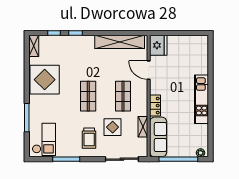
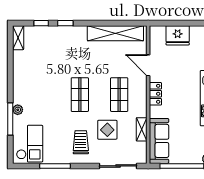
fridge: (158, 45) -> (178, 35), moved, turned 90
display table: (45, 80) -> (30, 76), removed
locker: (155, 106) -> (155, 94), moved
plant: (33, 109) -> (18, 110), added
trolley: (89, 138) -> (81, 142), turned 180

